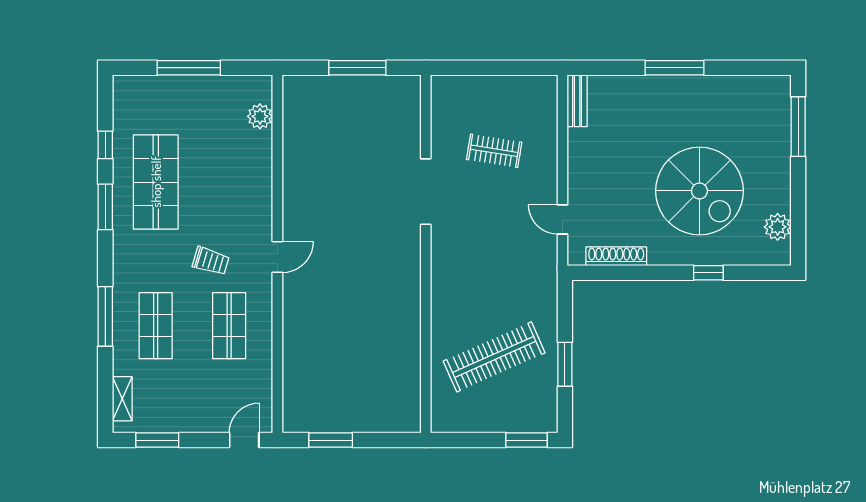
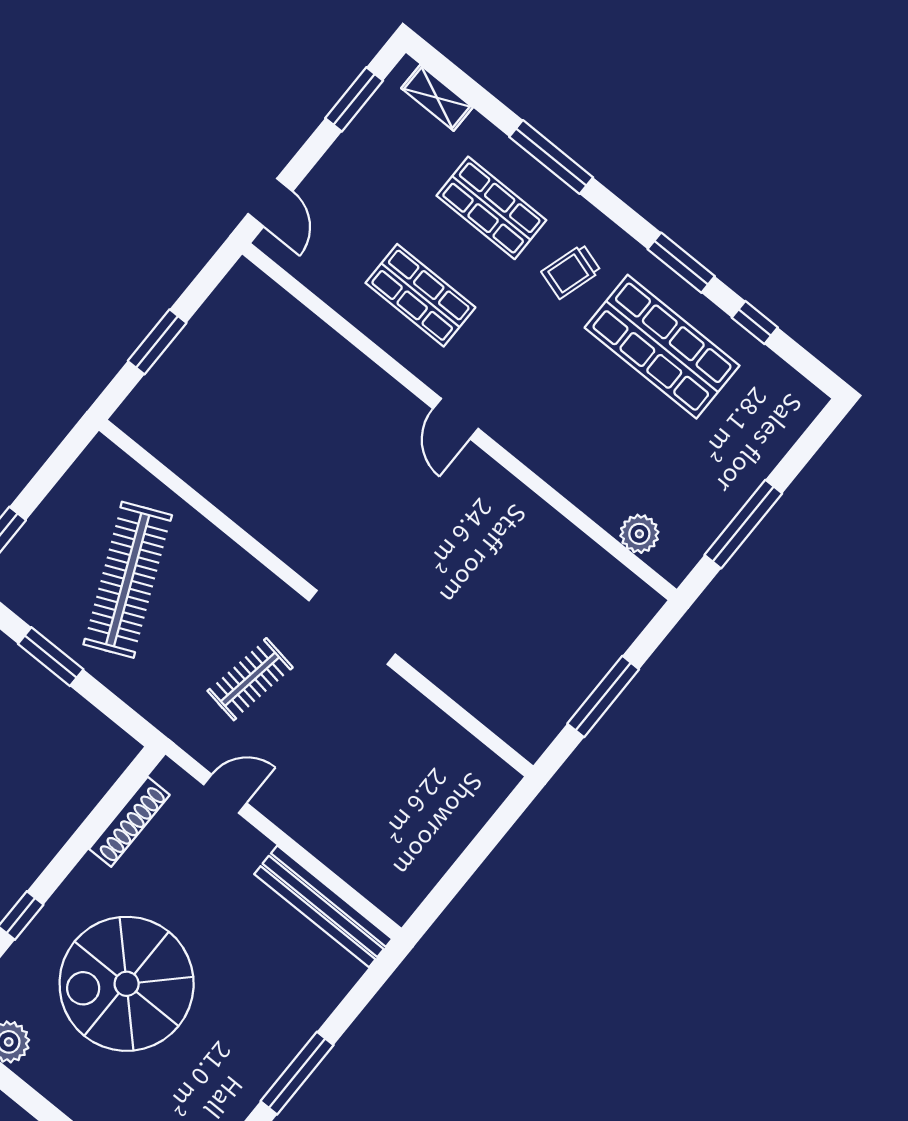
window: (189, 68) -> (743, 524), moved
bench: (577, 101) -> (323, 906), width x1.86, depth x1.21
clothes rail: (494, 151) -> (250, 679), moved
doorway: (426, 192) -> (352, 627), moved
trolley: (211, 261) -> (571, 271), moved
window: (331, 440) -> (157, 342), moved

